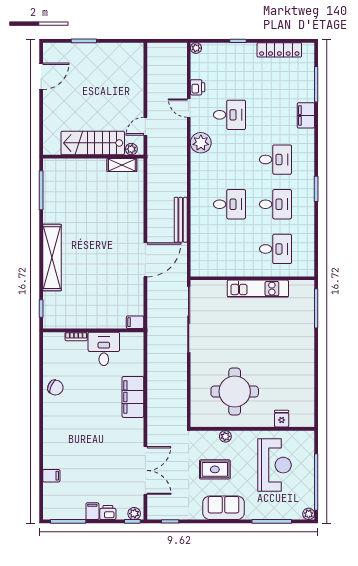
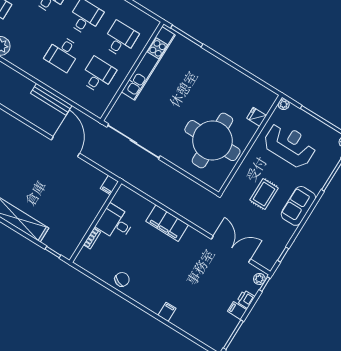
desk: (229, 204) -> (63, 53), turned 180
desk: (229, 249) -> (98, 75), added
kitchen unit: (258, 289) -> (148, 63), width x1.36
round table: (235, 392) -> (212, 141), width x1.36, depth x1.36
plant: (225, 436) -> (284, 104), moved
filing cabinet: (51, 476) -> (167, 312), moved

